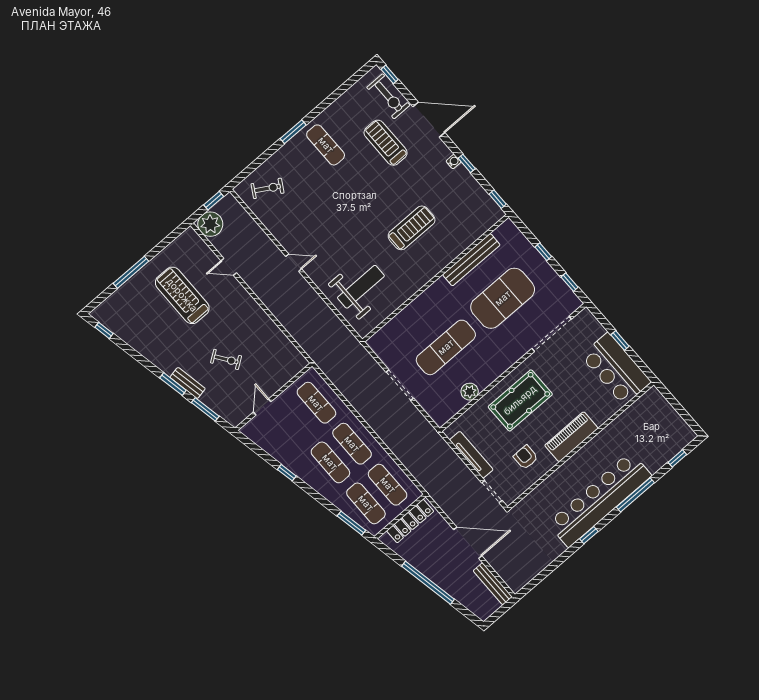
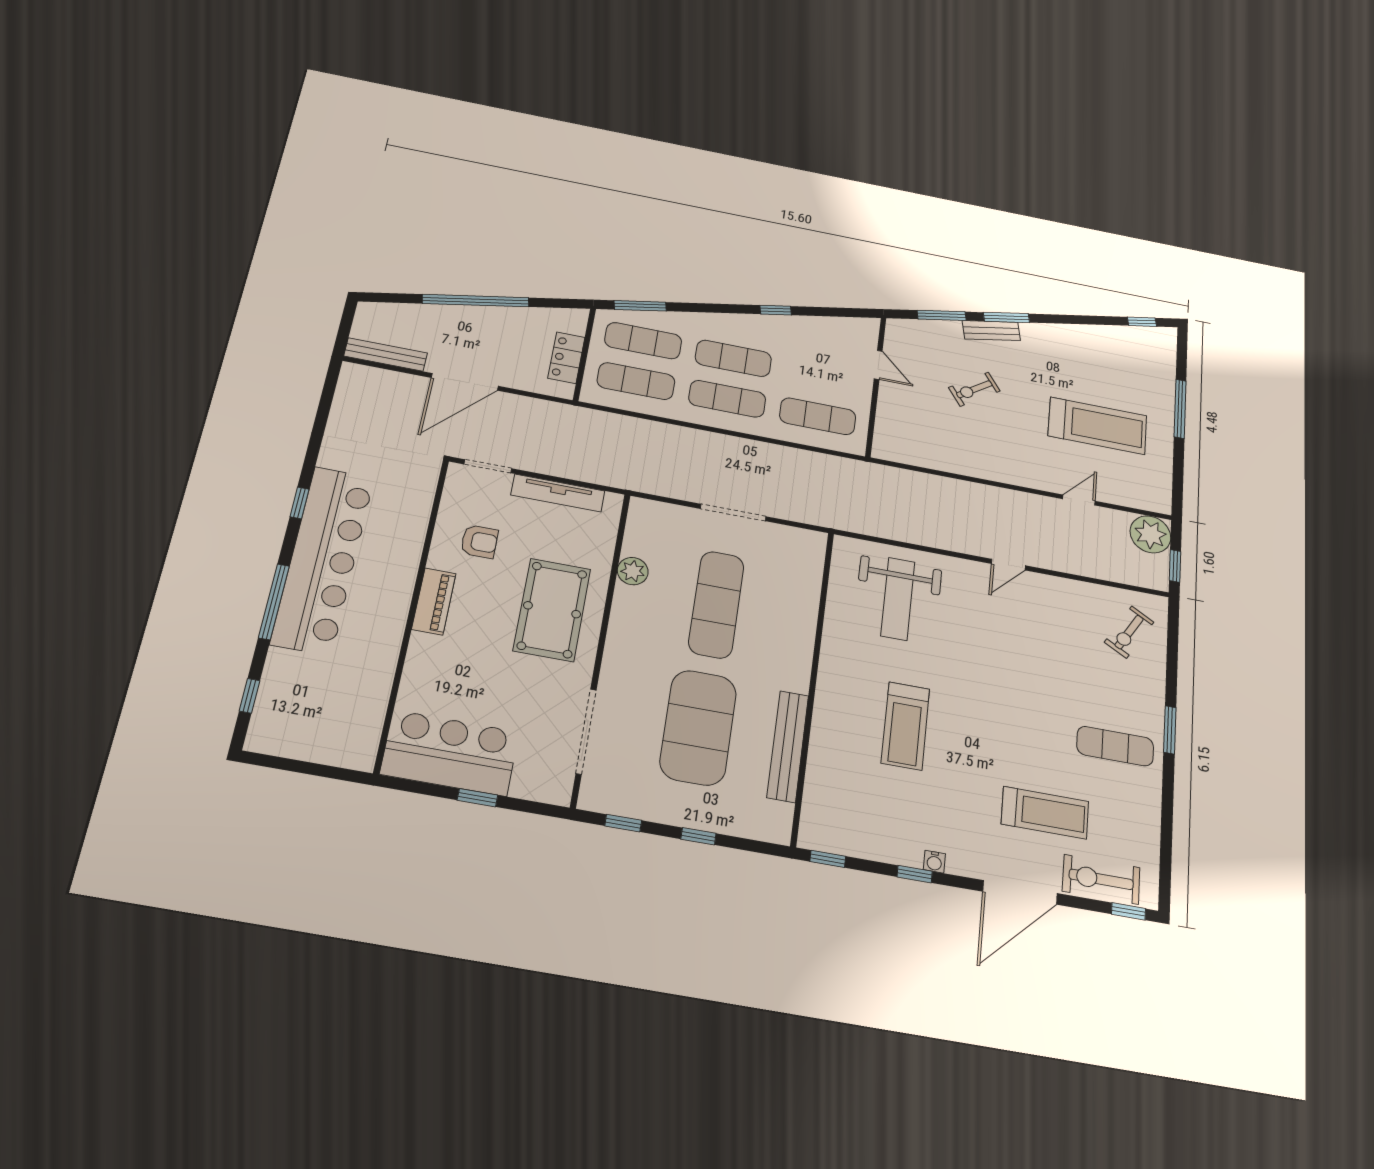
piano: (571, 437) -> (434, 601), width x0.73, depth x0.75
locker: (410, 521) -> (566, 358), width x0.66

